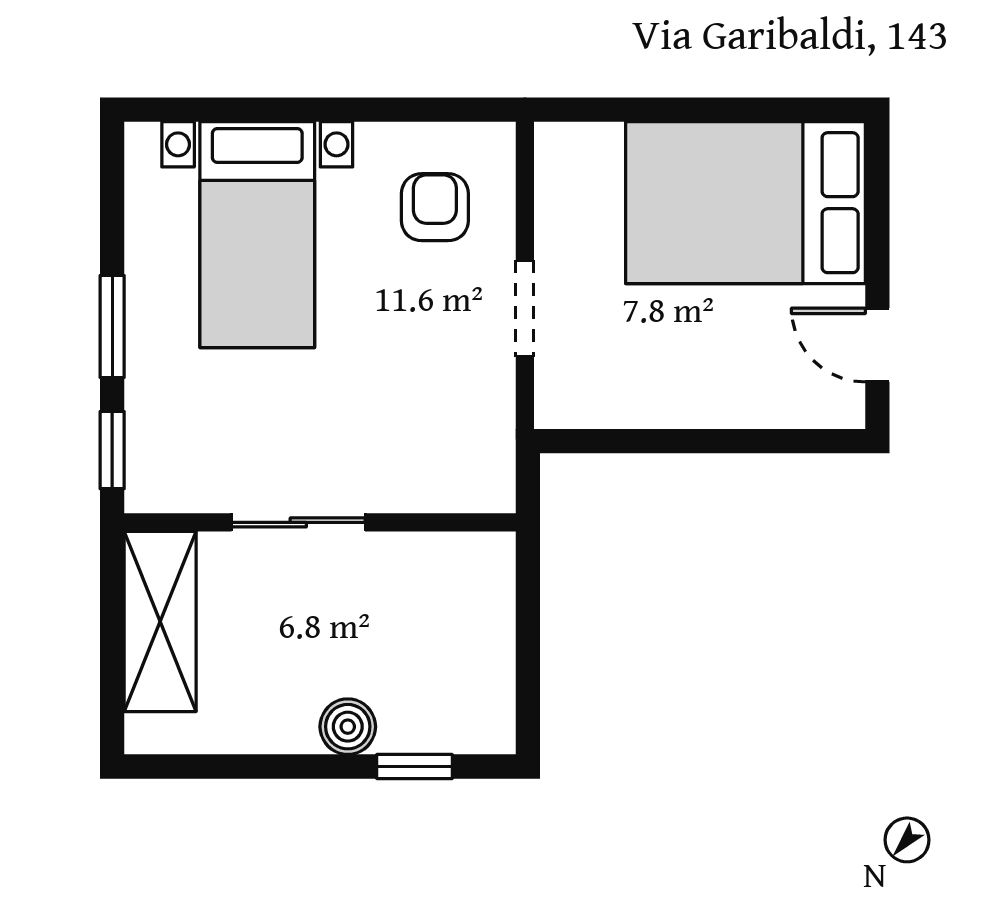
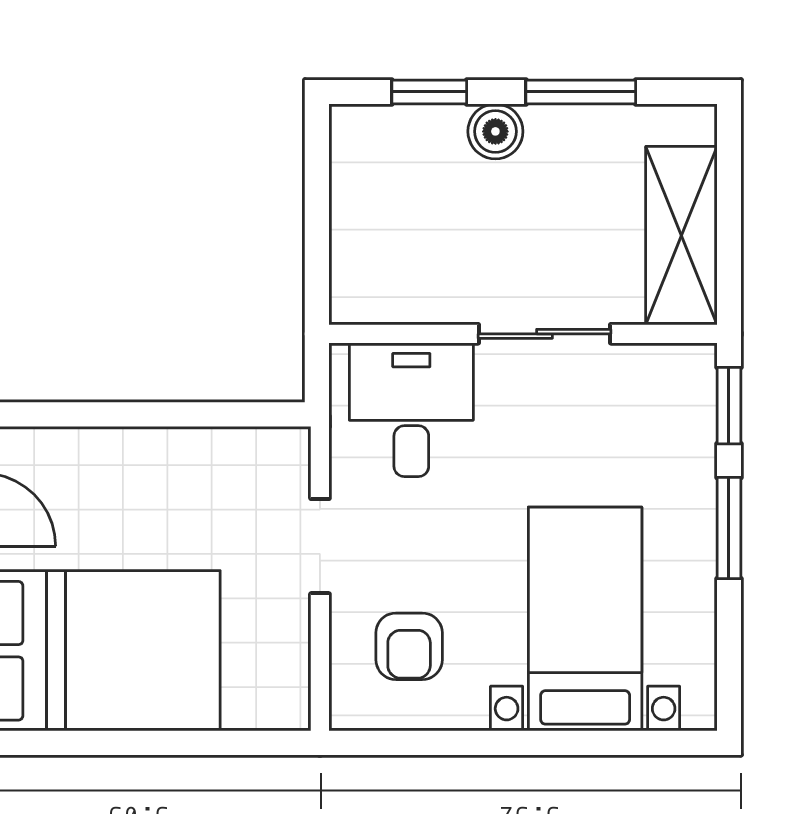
desk: (433, 446) -> (411, 410), added
window: (262, 766) -> (581, 92), added

